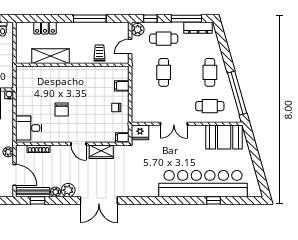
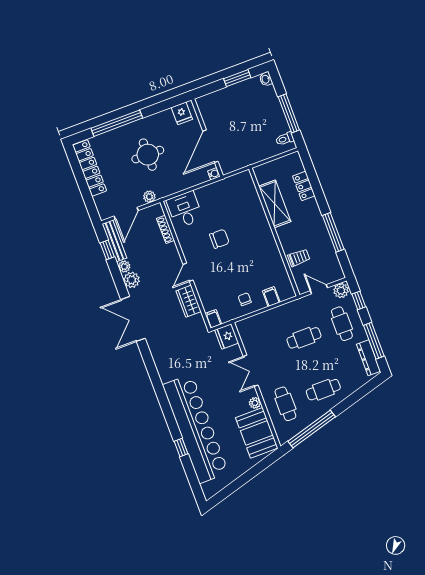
chair: (62, 110) -> (219, 239), turned 180
plant: (200, 130) -> (255, 403), added

